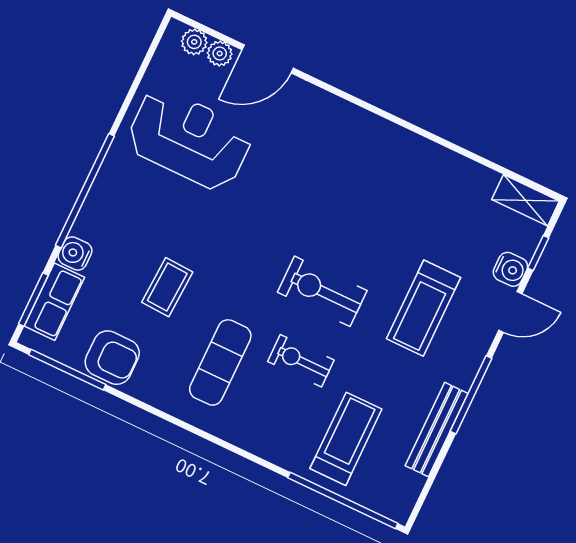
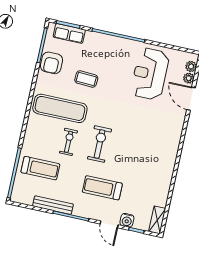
reception desk: (189, 139) -> (150, 74), turned 180
water cooler: (75, 253) -> (91, 37), removed
exercise mat: (220, 362) -> (60, 108), width x1.36, depth x1.45

